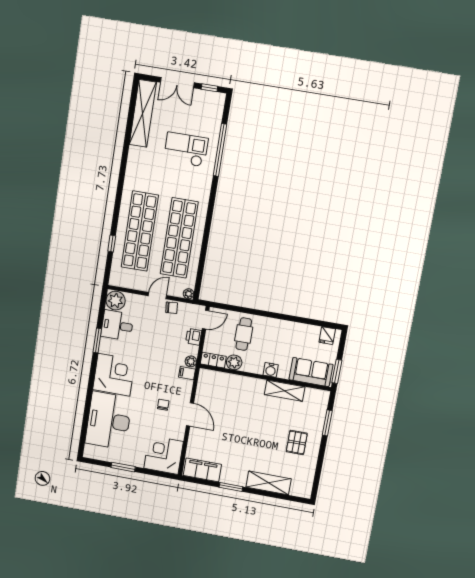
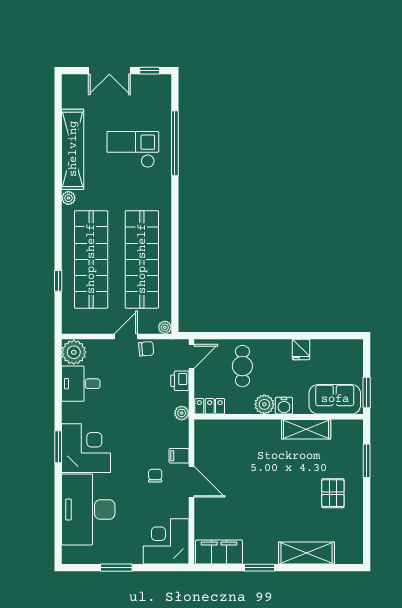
shelving: (143, 113) -> (73, 149), moved
plant: (129, 180) -> (68, 198), added
fridge: (327, 336) -> (301, 349), moved
window: (97, 341) -> (58, 447), moved
plant: (234, 362) -> (264, 404), moved
filing cabinet: (187, 373) -> (179, 456), moved

